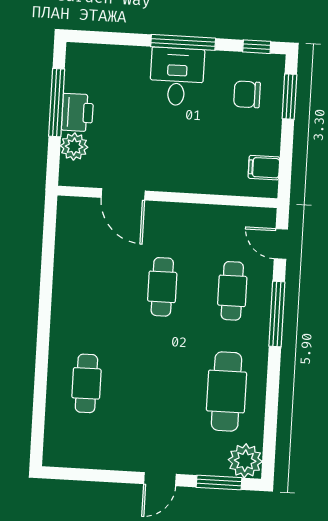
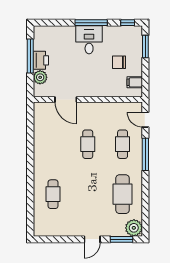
chair: (247, 94) -> (119, 62), moved

